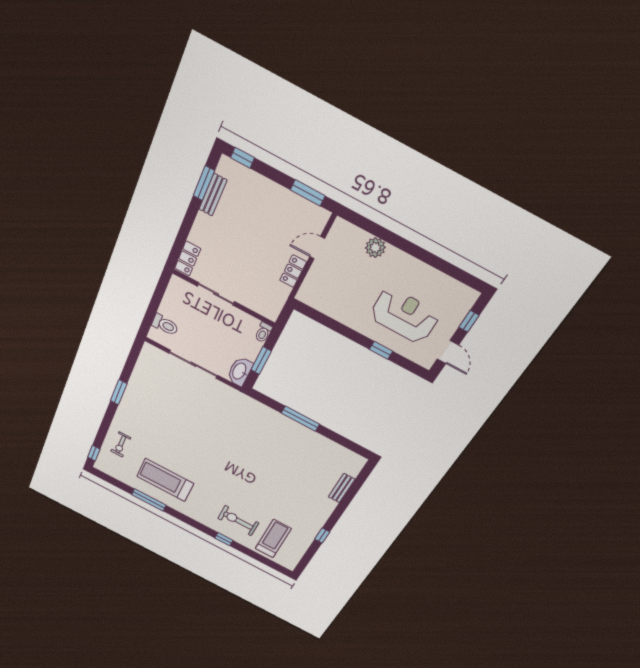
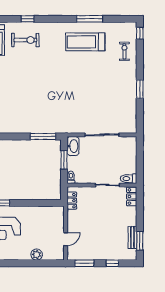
window: (243, 158) -> (112, 263), moved
locker: (293, 271) -> (72, 201), moved
toilet: (165, 325) -> (129, 179), moved
window: (300, 419) -> (43, 136), moved
treadmill: (165, 480) -> (85, 42), turned 180

